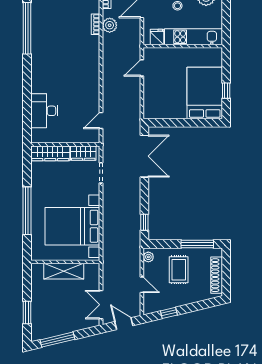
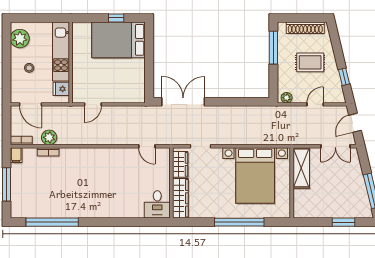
door: (142, 68) -> (93, 104), hinge flipped
desk: (44, 111) -> (157, 204), moved, width x0.73
window: (144, 222) -> (251, 102), removed
rug: (179, 270) -> (310, 62), moved
shelving: (64, 271) -> (301, 168), moved

